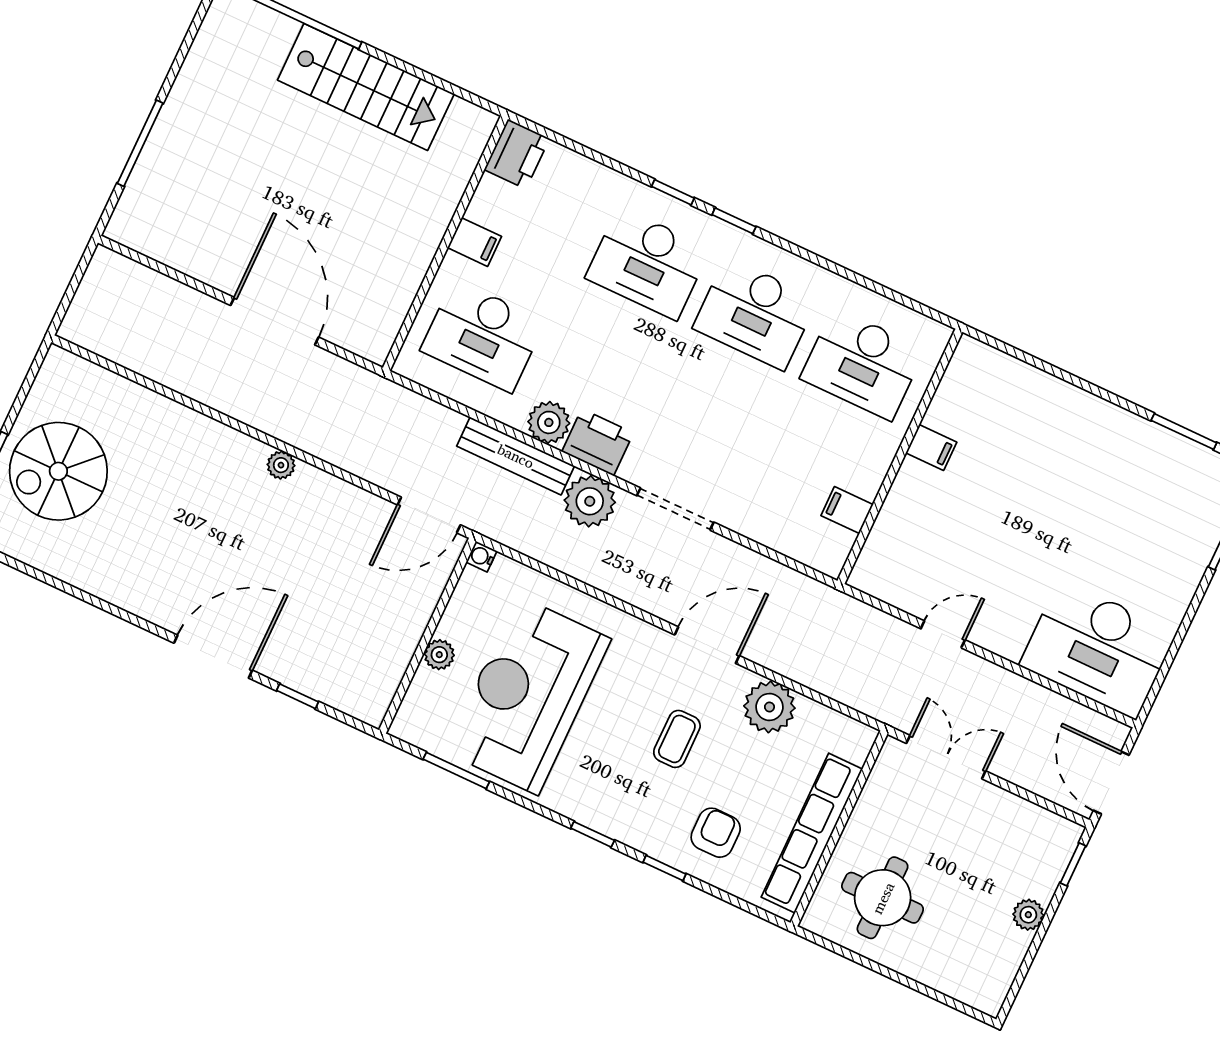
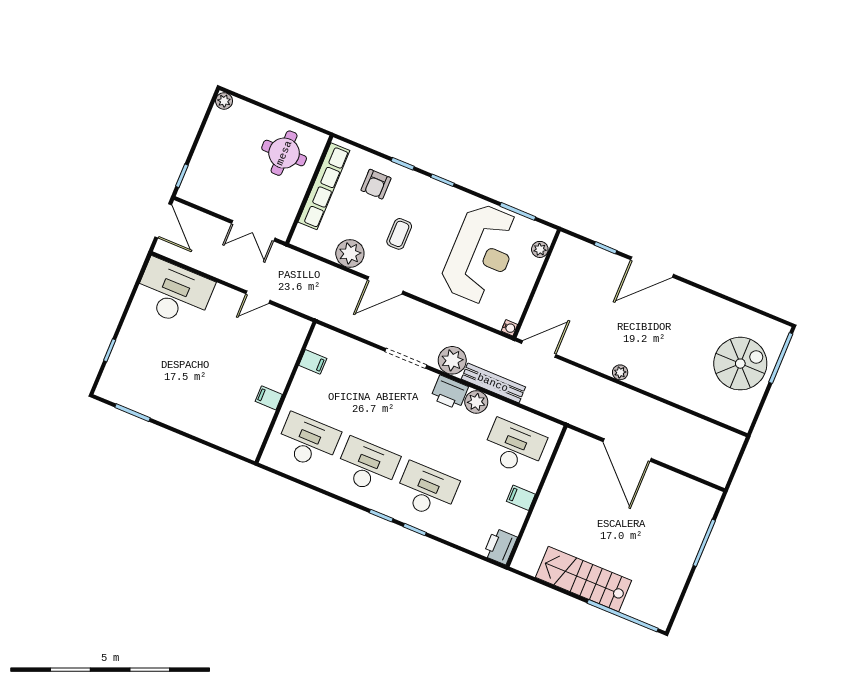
plant: (439, 655) -> (540, 249), moved
plant: (1028, 915) -> (224, 101), moved

